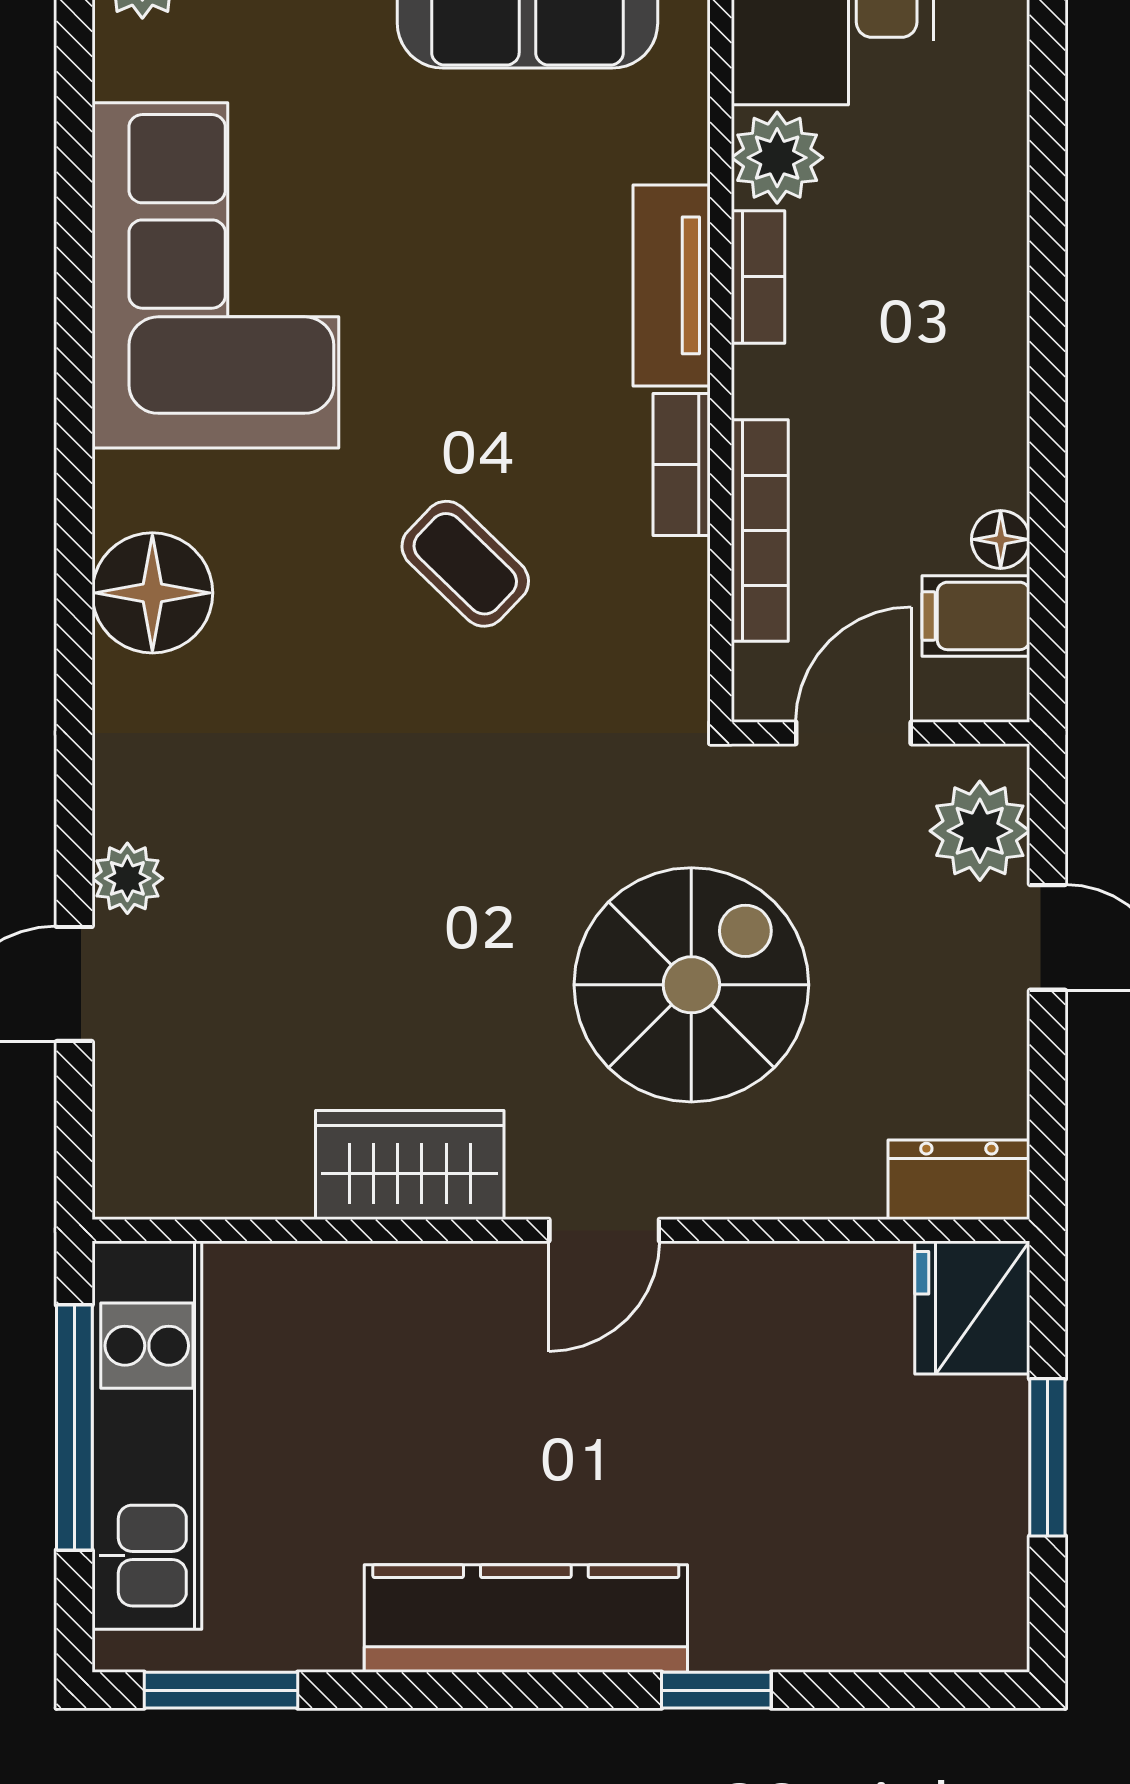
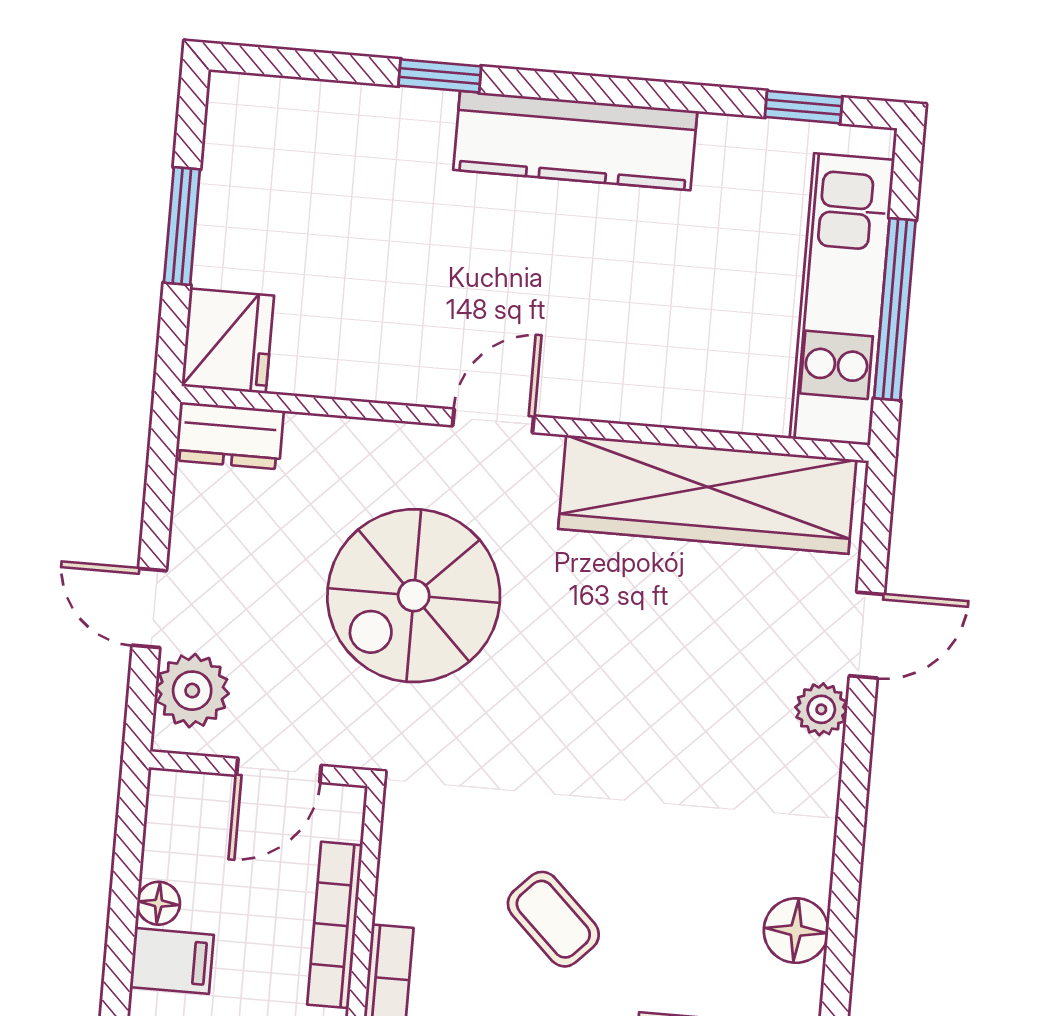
floor lamp: (152, 593) -> (796, 931), width x0.73, depth x0.73
filing cabinet: (976, 616) -> (172, 961), moved
wardrobe: (410, 1165) -> (707, 494), width x2.10, depth x1.17
window: (221, 1690) -> (804, 107), width x0.67

